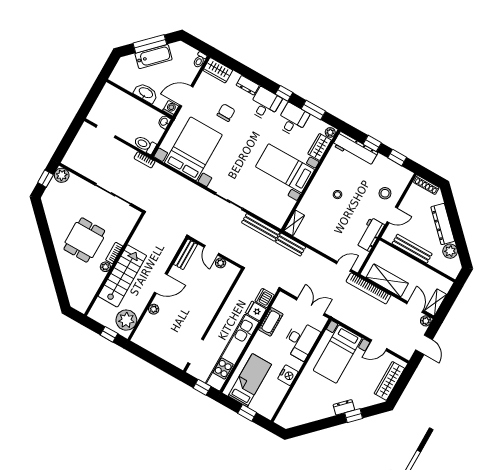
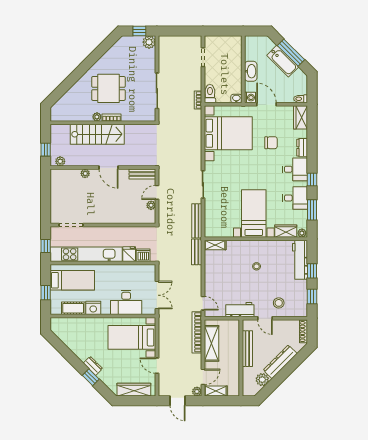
plant: (126, 320) -> (60, 161), width x0.53, depth x0.53
cot: (271, 322) -> (73, 308), moved
door: (424, 345) -> (177, 401), hinge flipped

